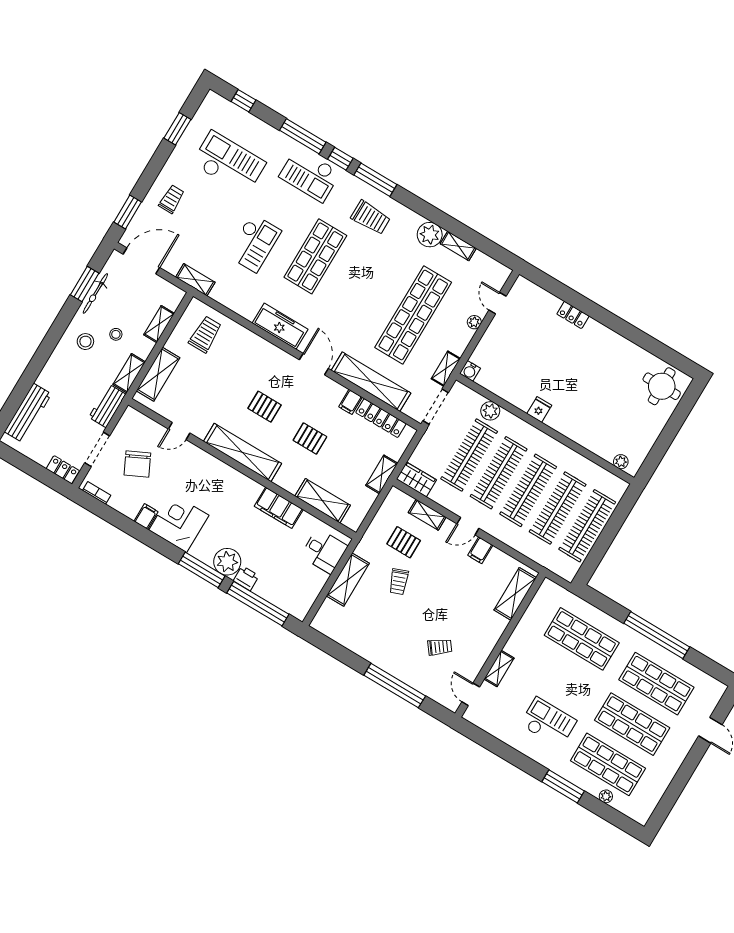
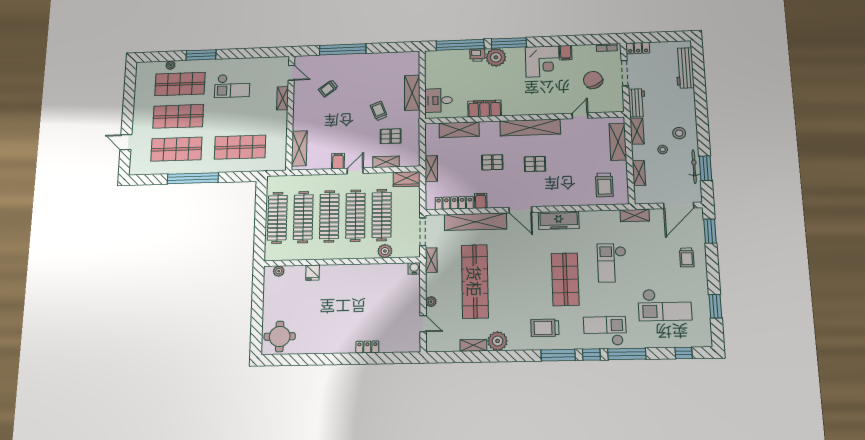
fridge: (539, 409) -> (313, 273), moved

